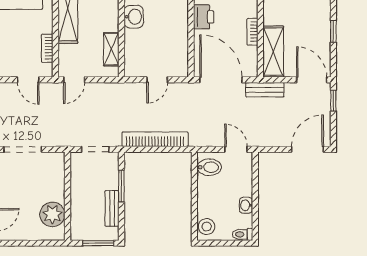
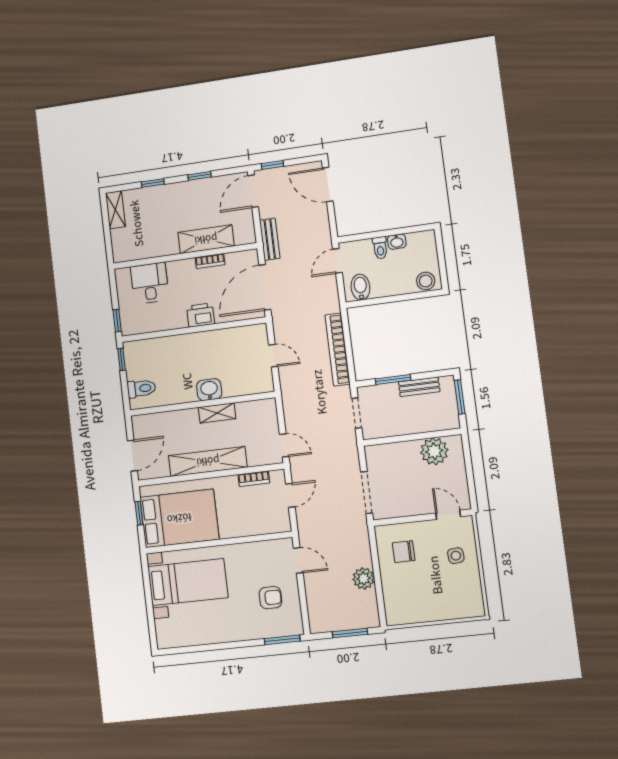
shelving: (111, 49) -> (217, 413), moved
shelving: (273, 52) -> (206, 239), moved
toilet: (242, 234) -> (380, 248), moved

